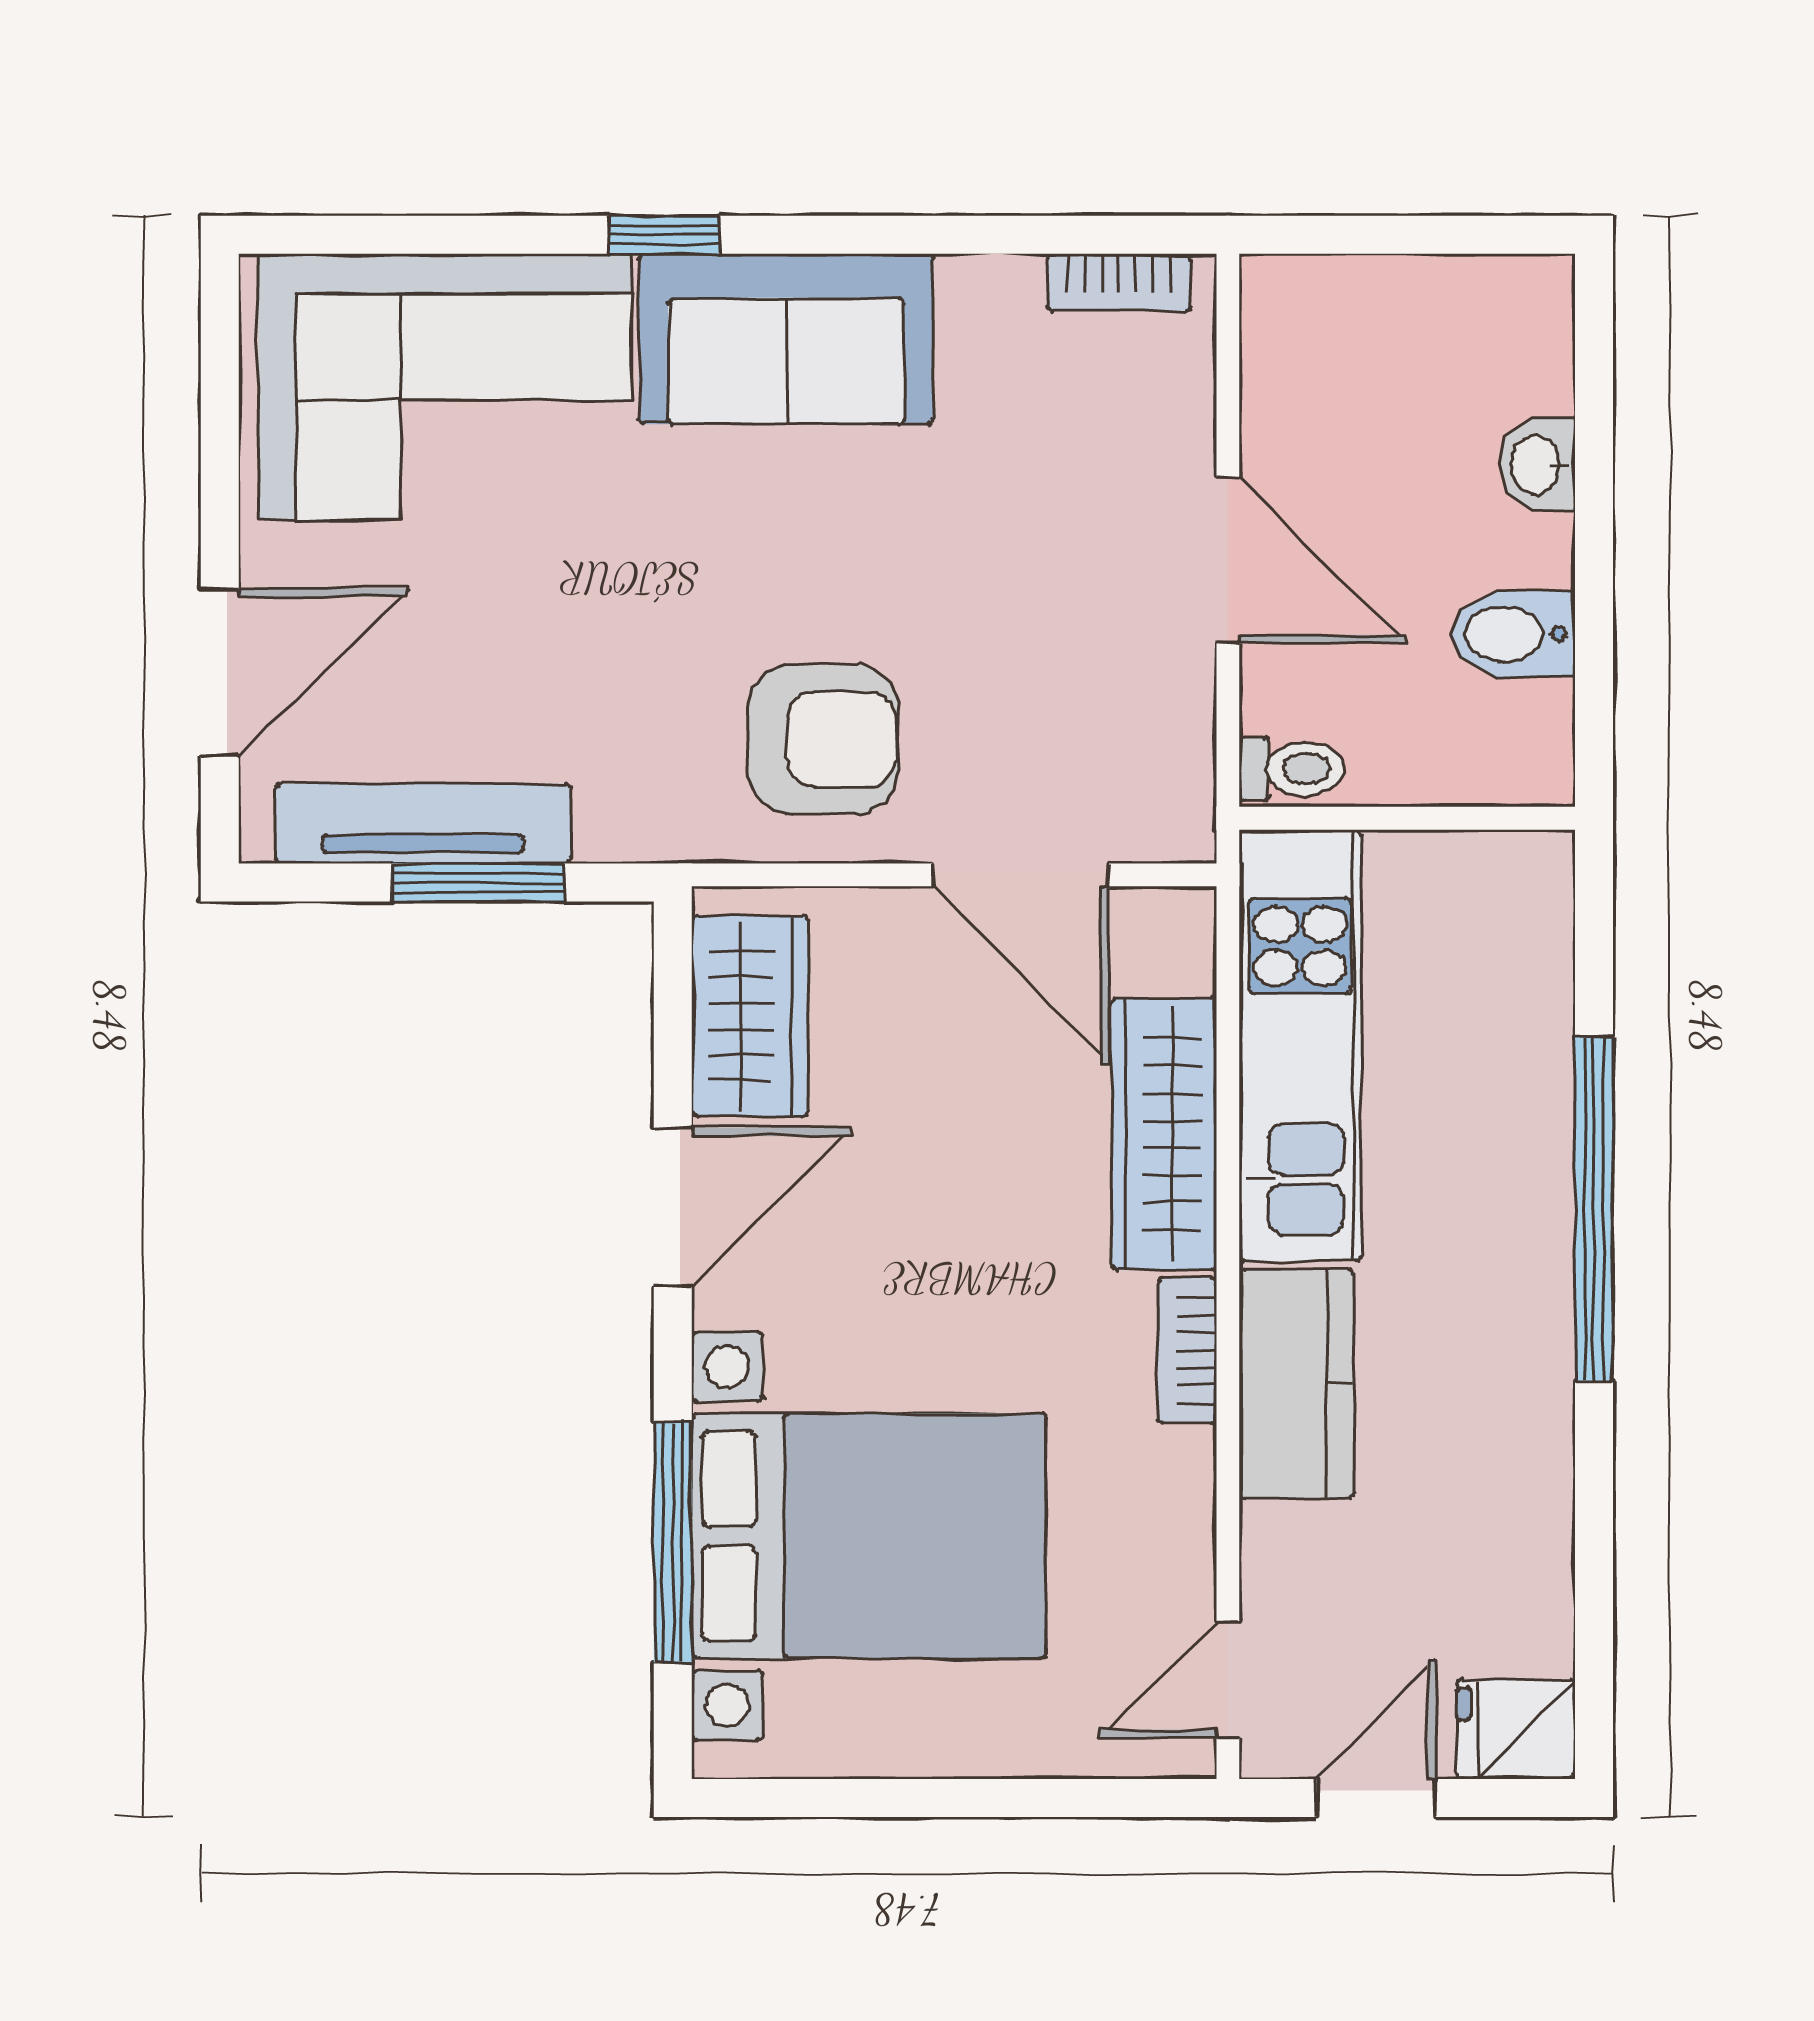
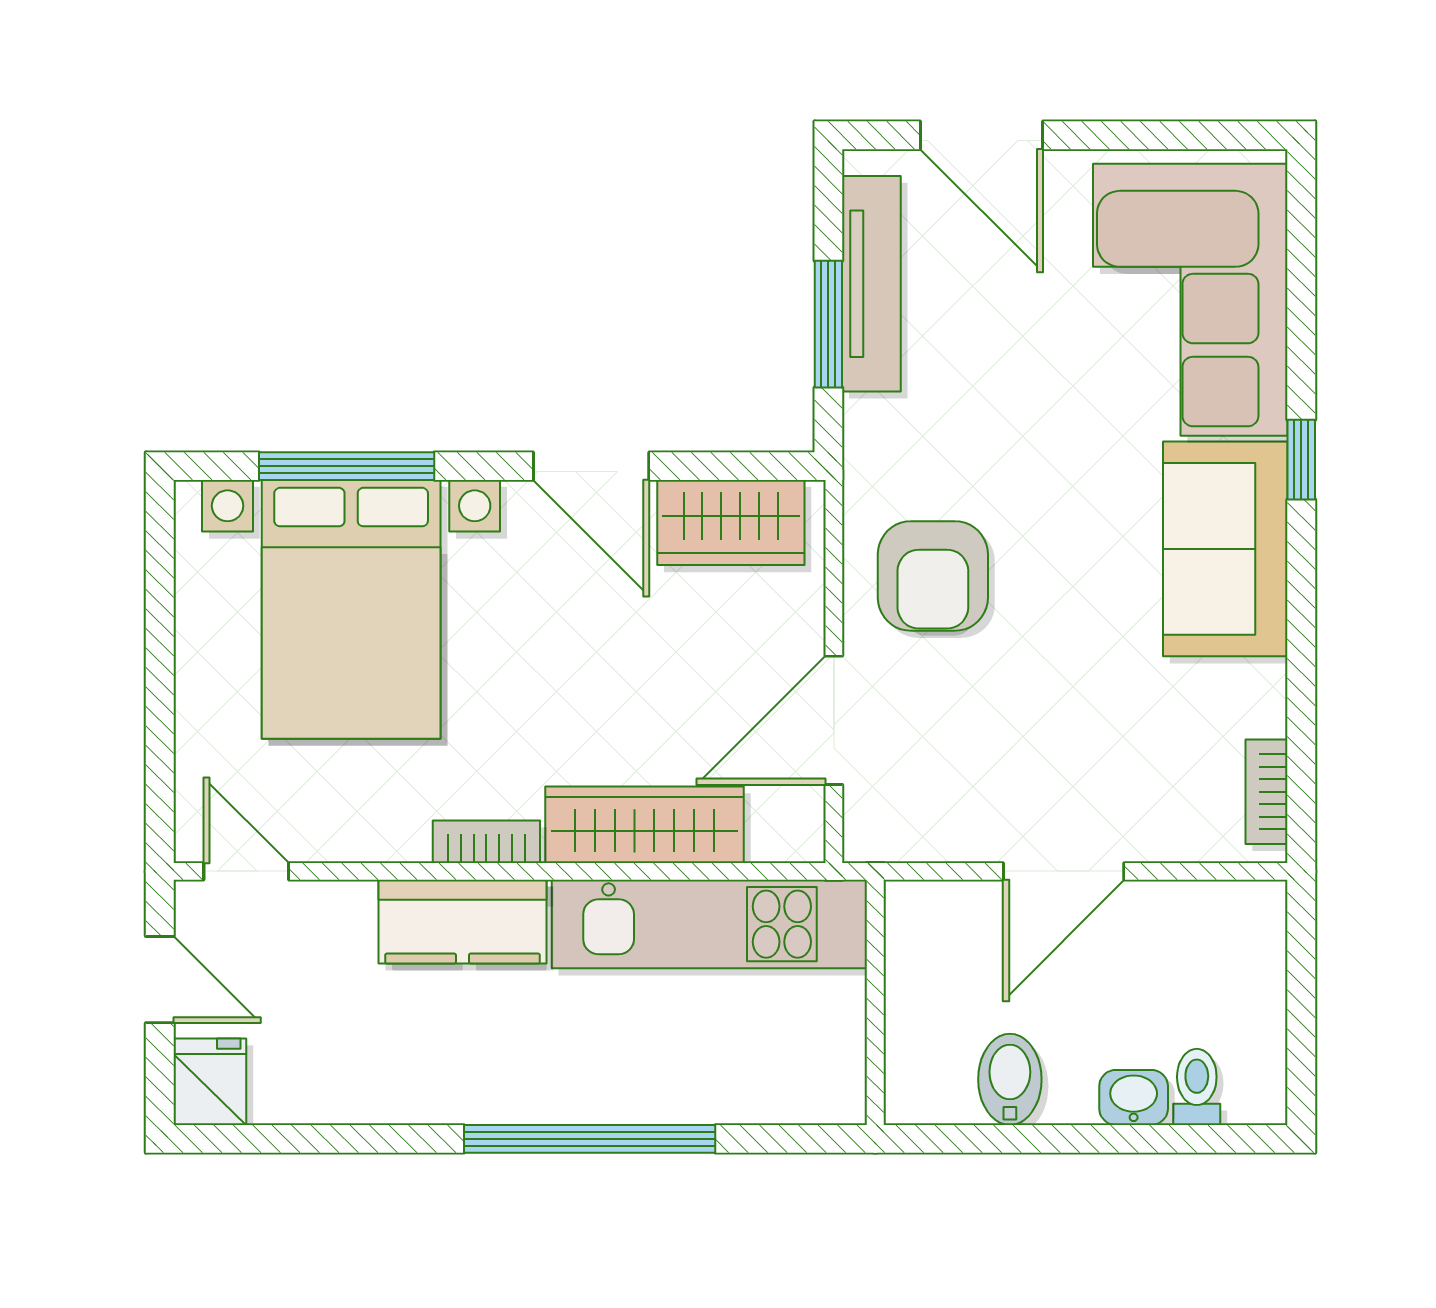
toilet: (1291, 769) -> (1197, 1087), moved, turned 180

